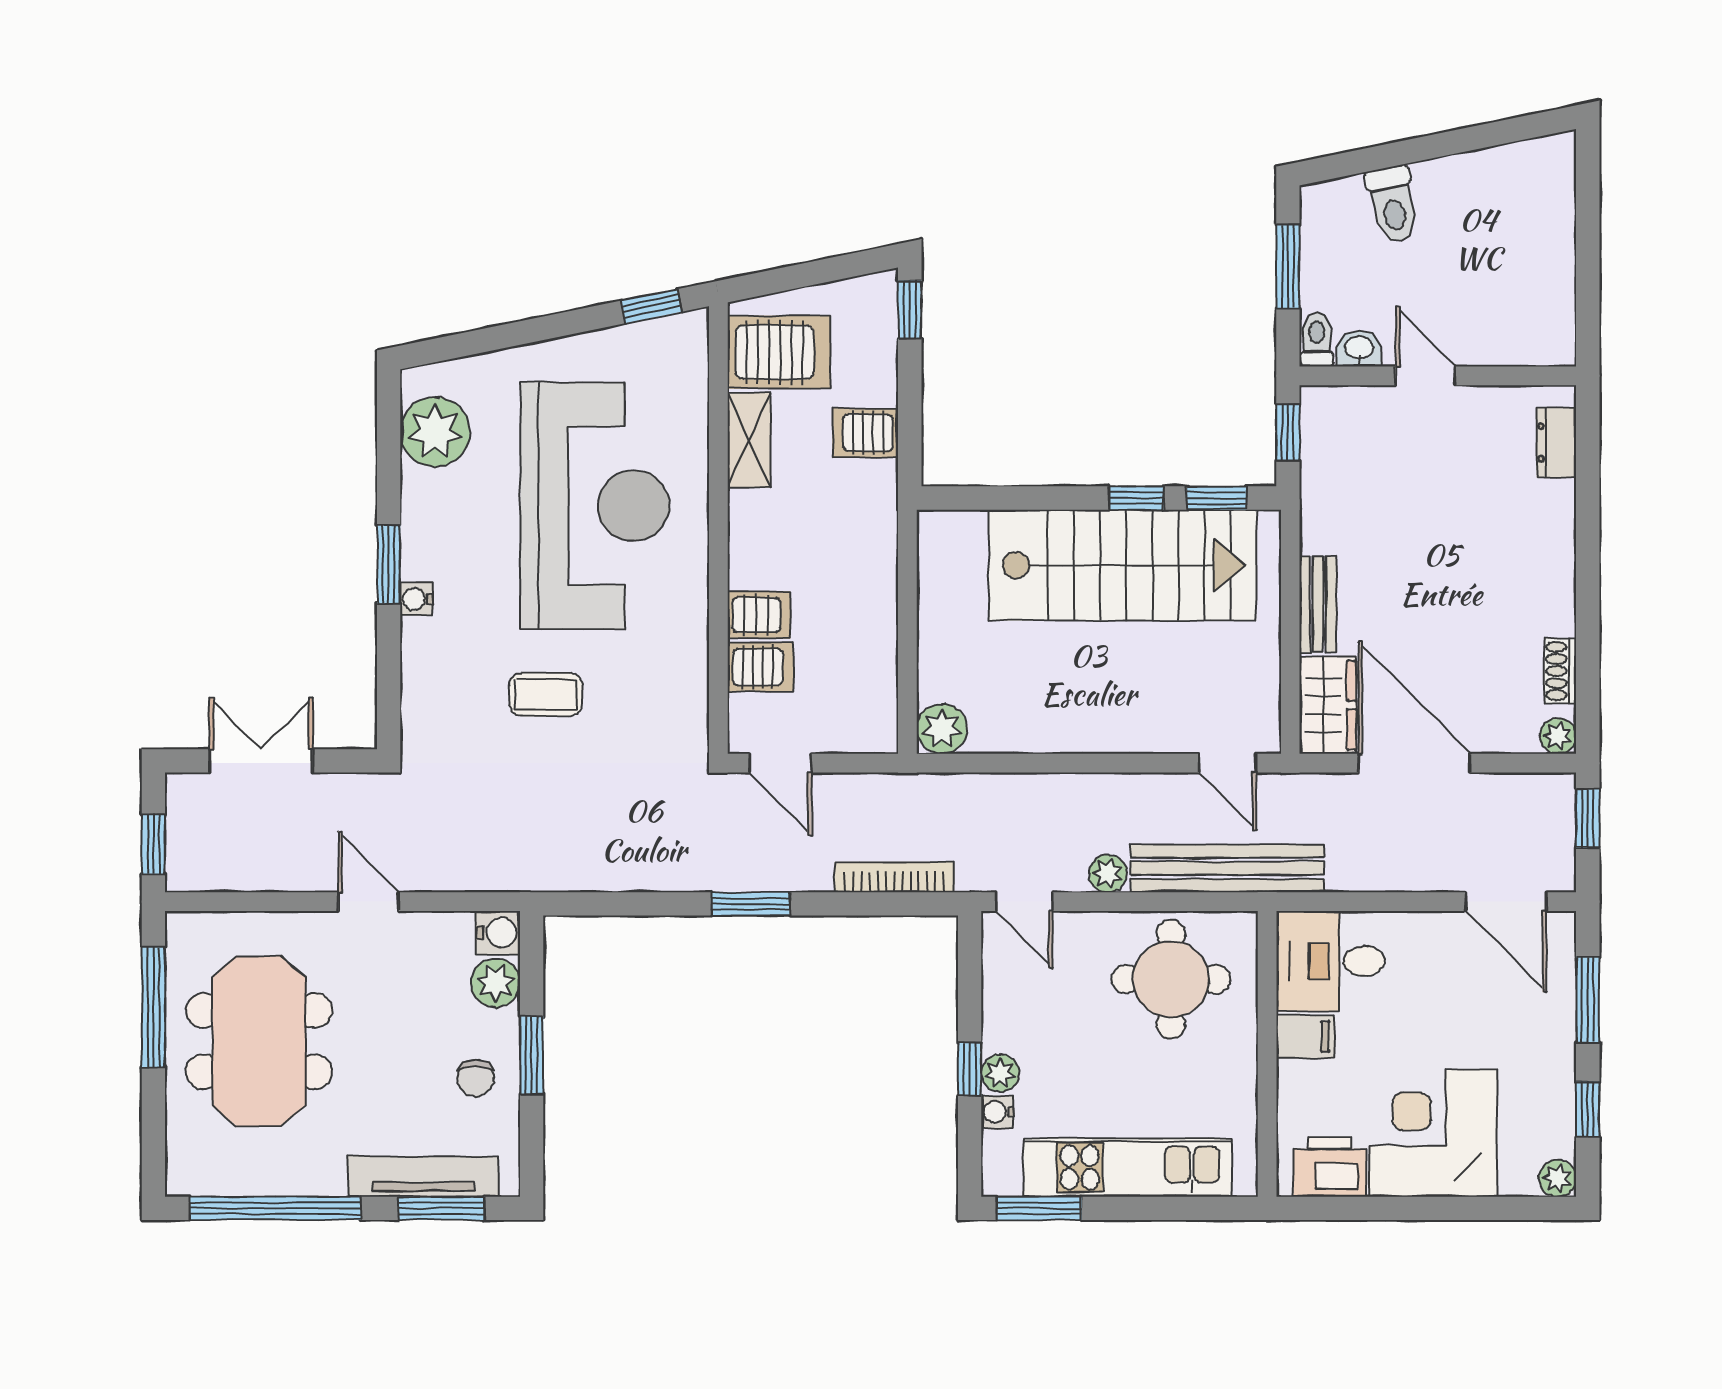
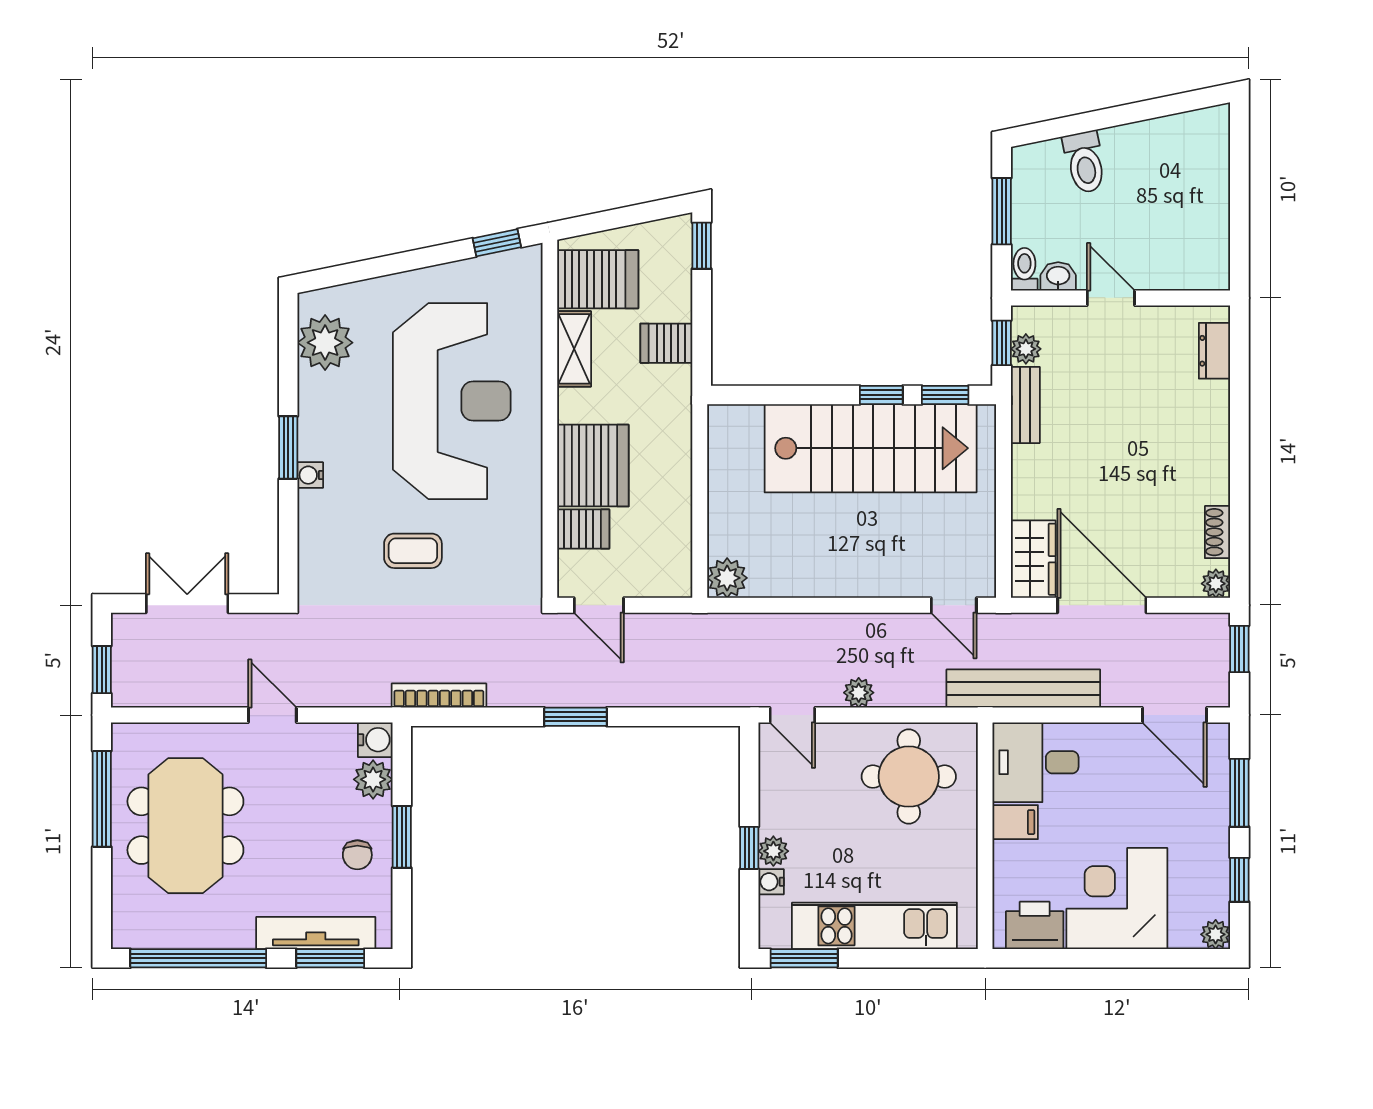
plant: (1318, 440) -> (1026, 349), added
bench: (1318, 604) -> (1025, 405), moved
server rack: (759, 615) -> (593, 466), width x2.18, depth x1.44
bench: (1227, 868) -> (1023, 689), moved
bookcase: (894, 877) -> (439, 696), moved

